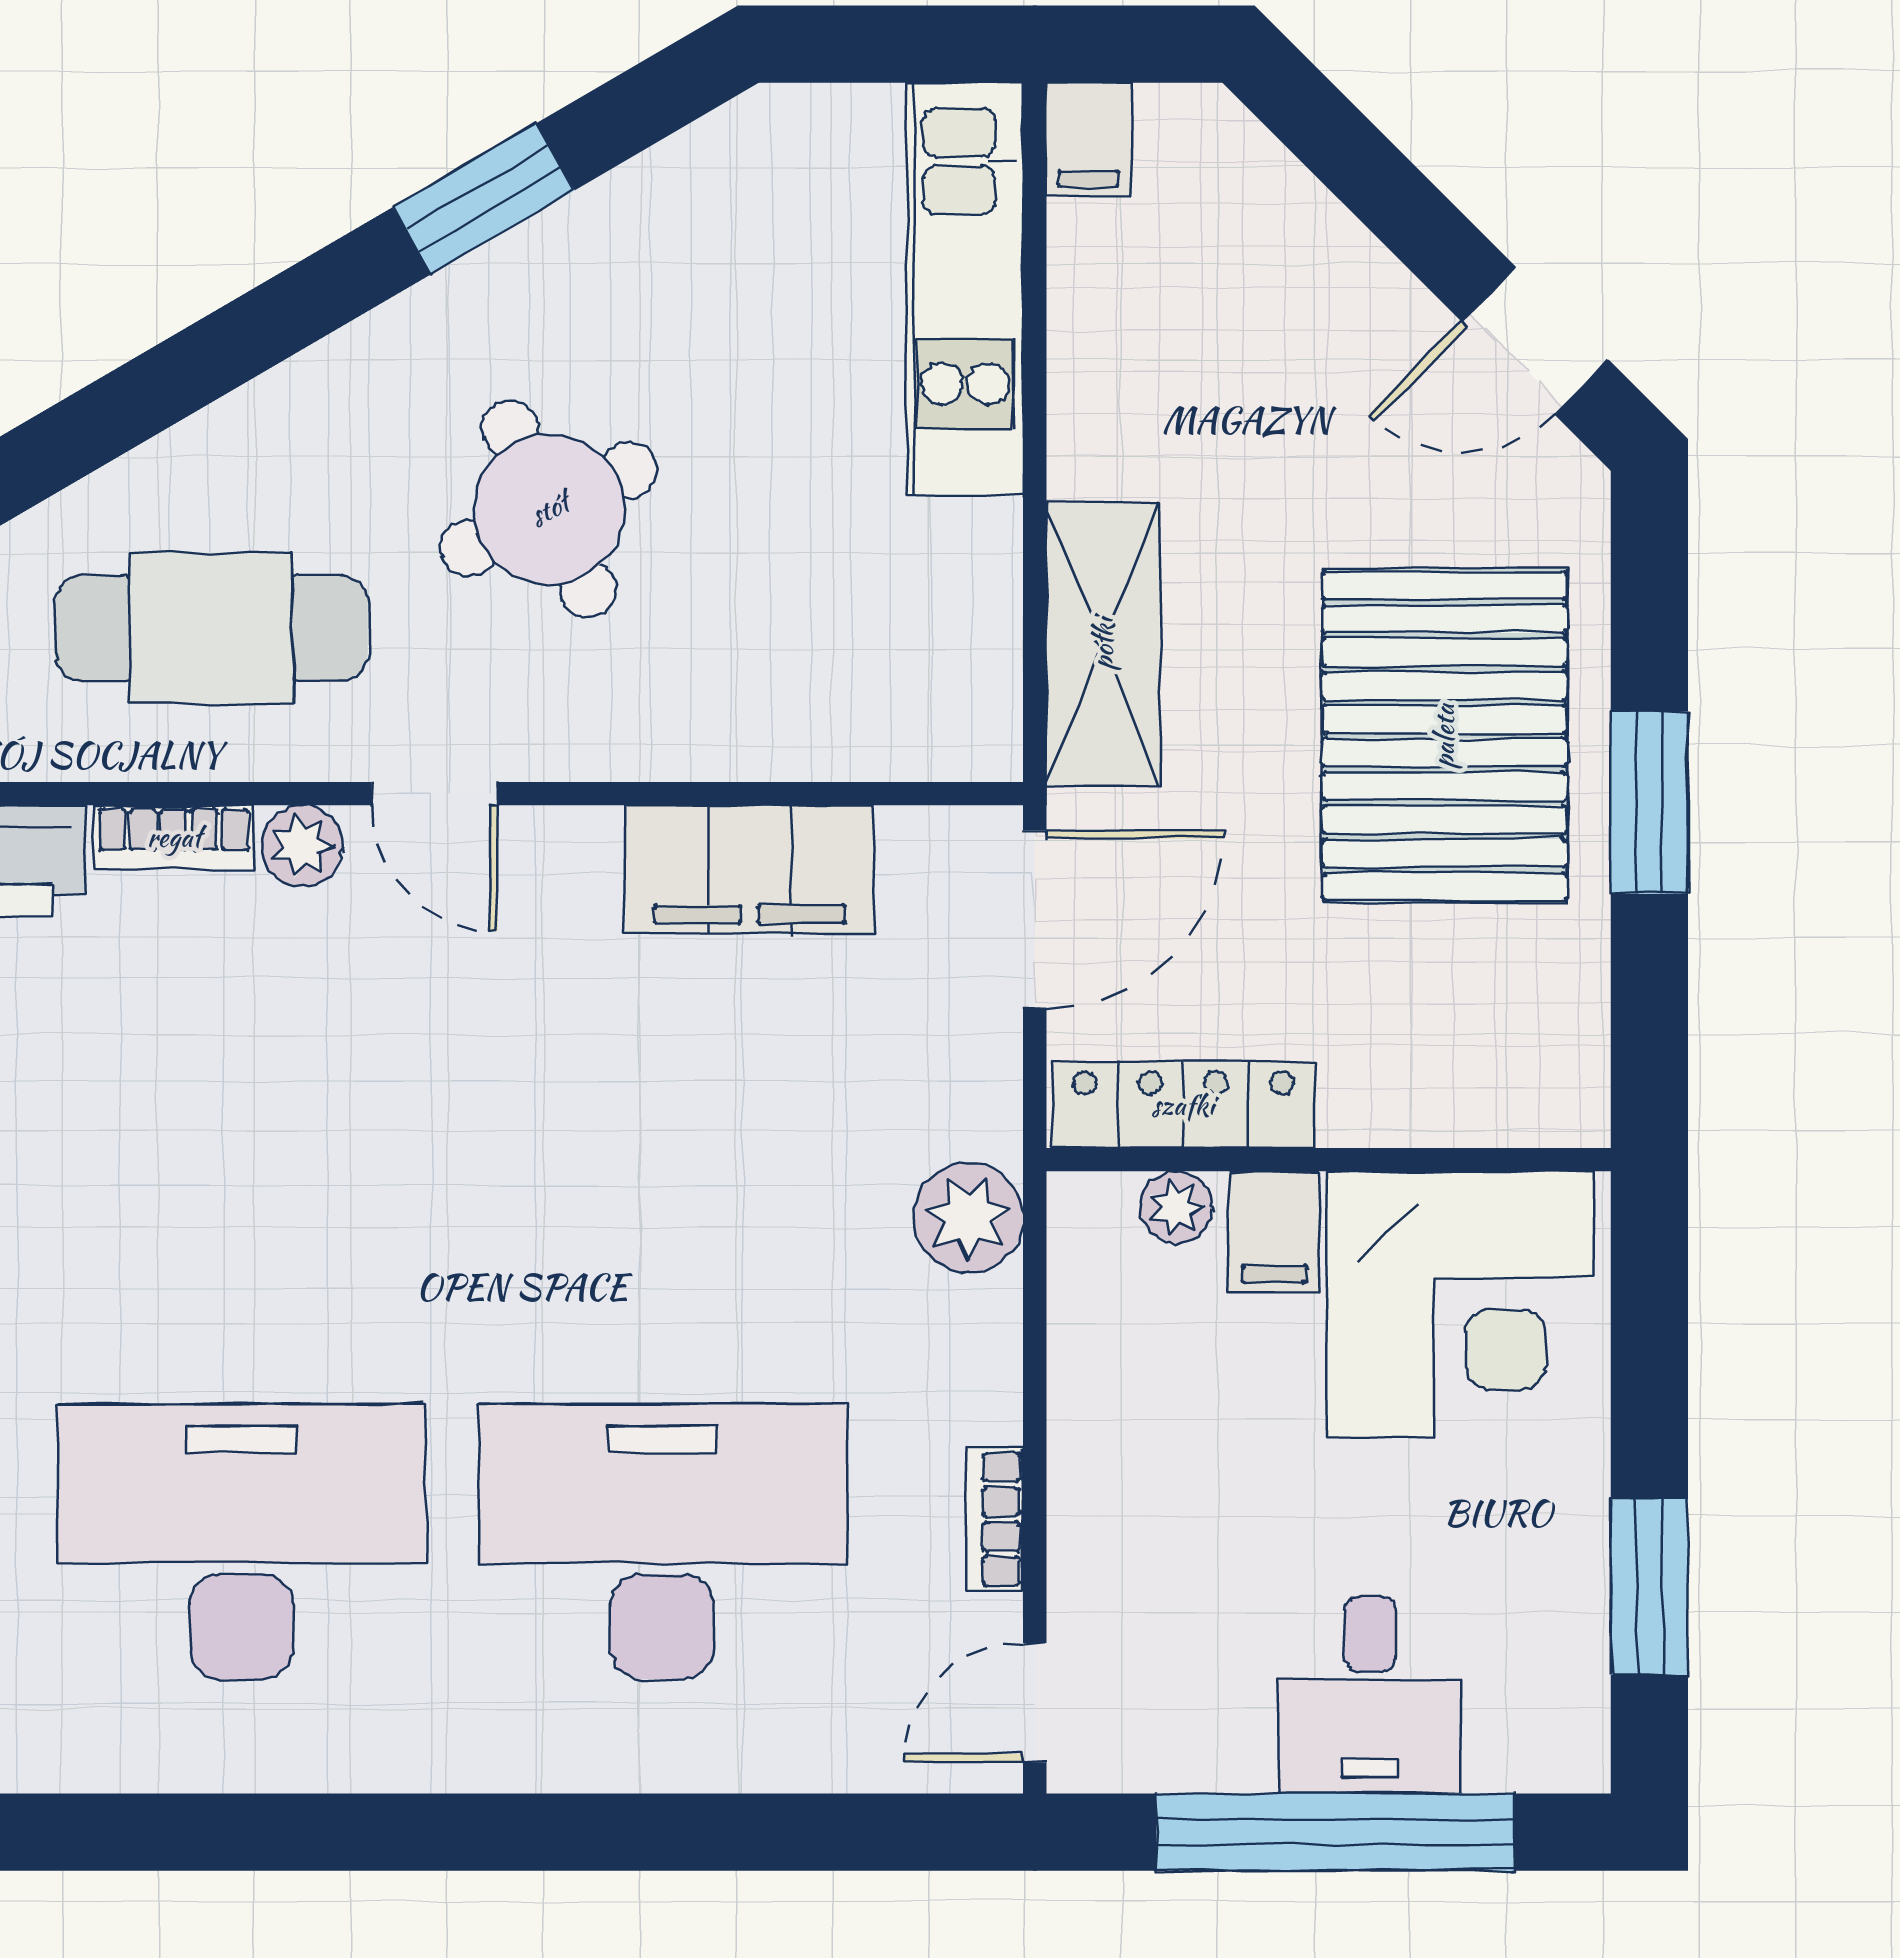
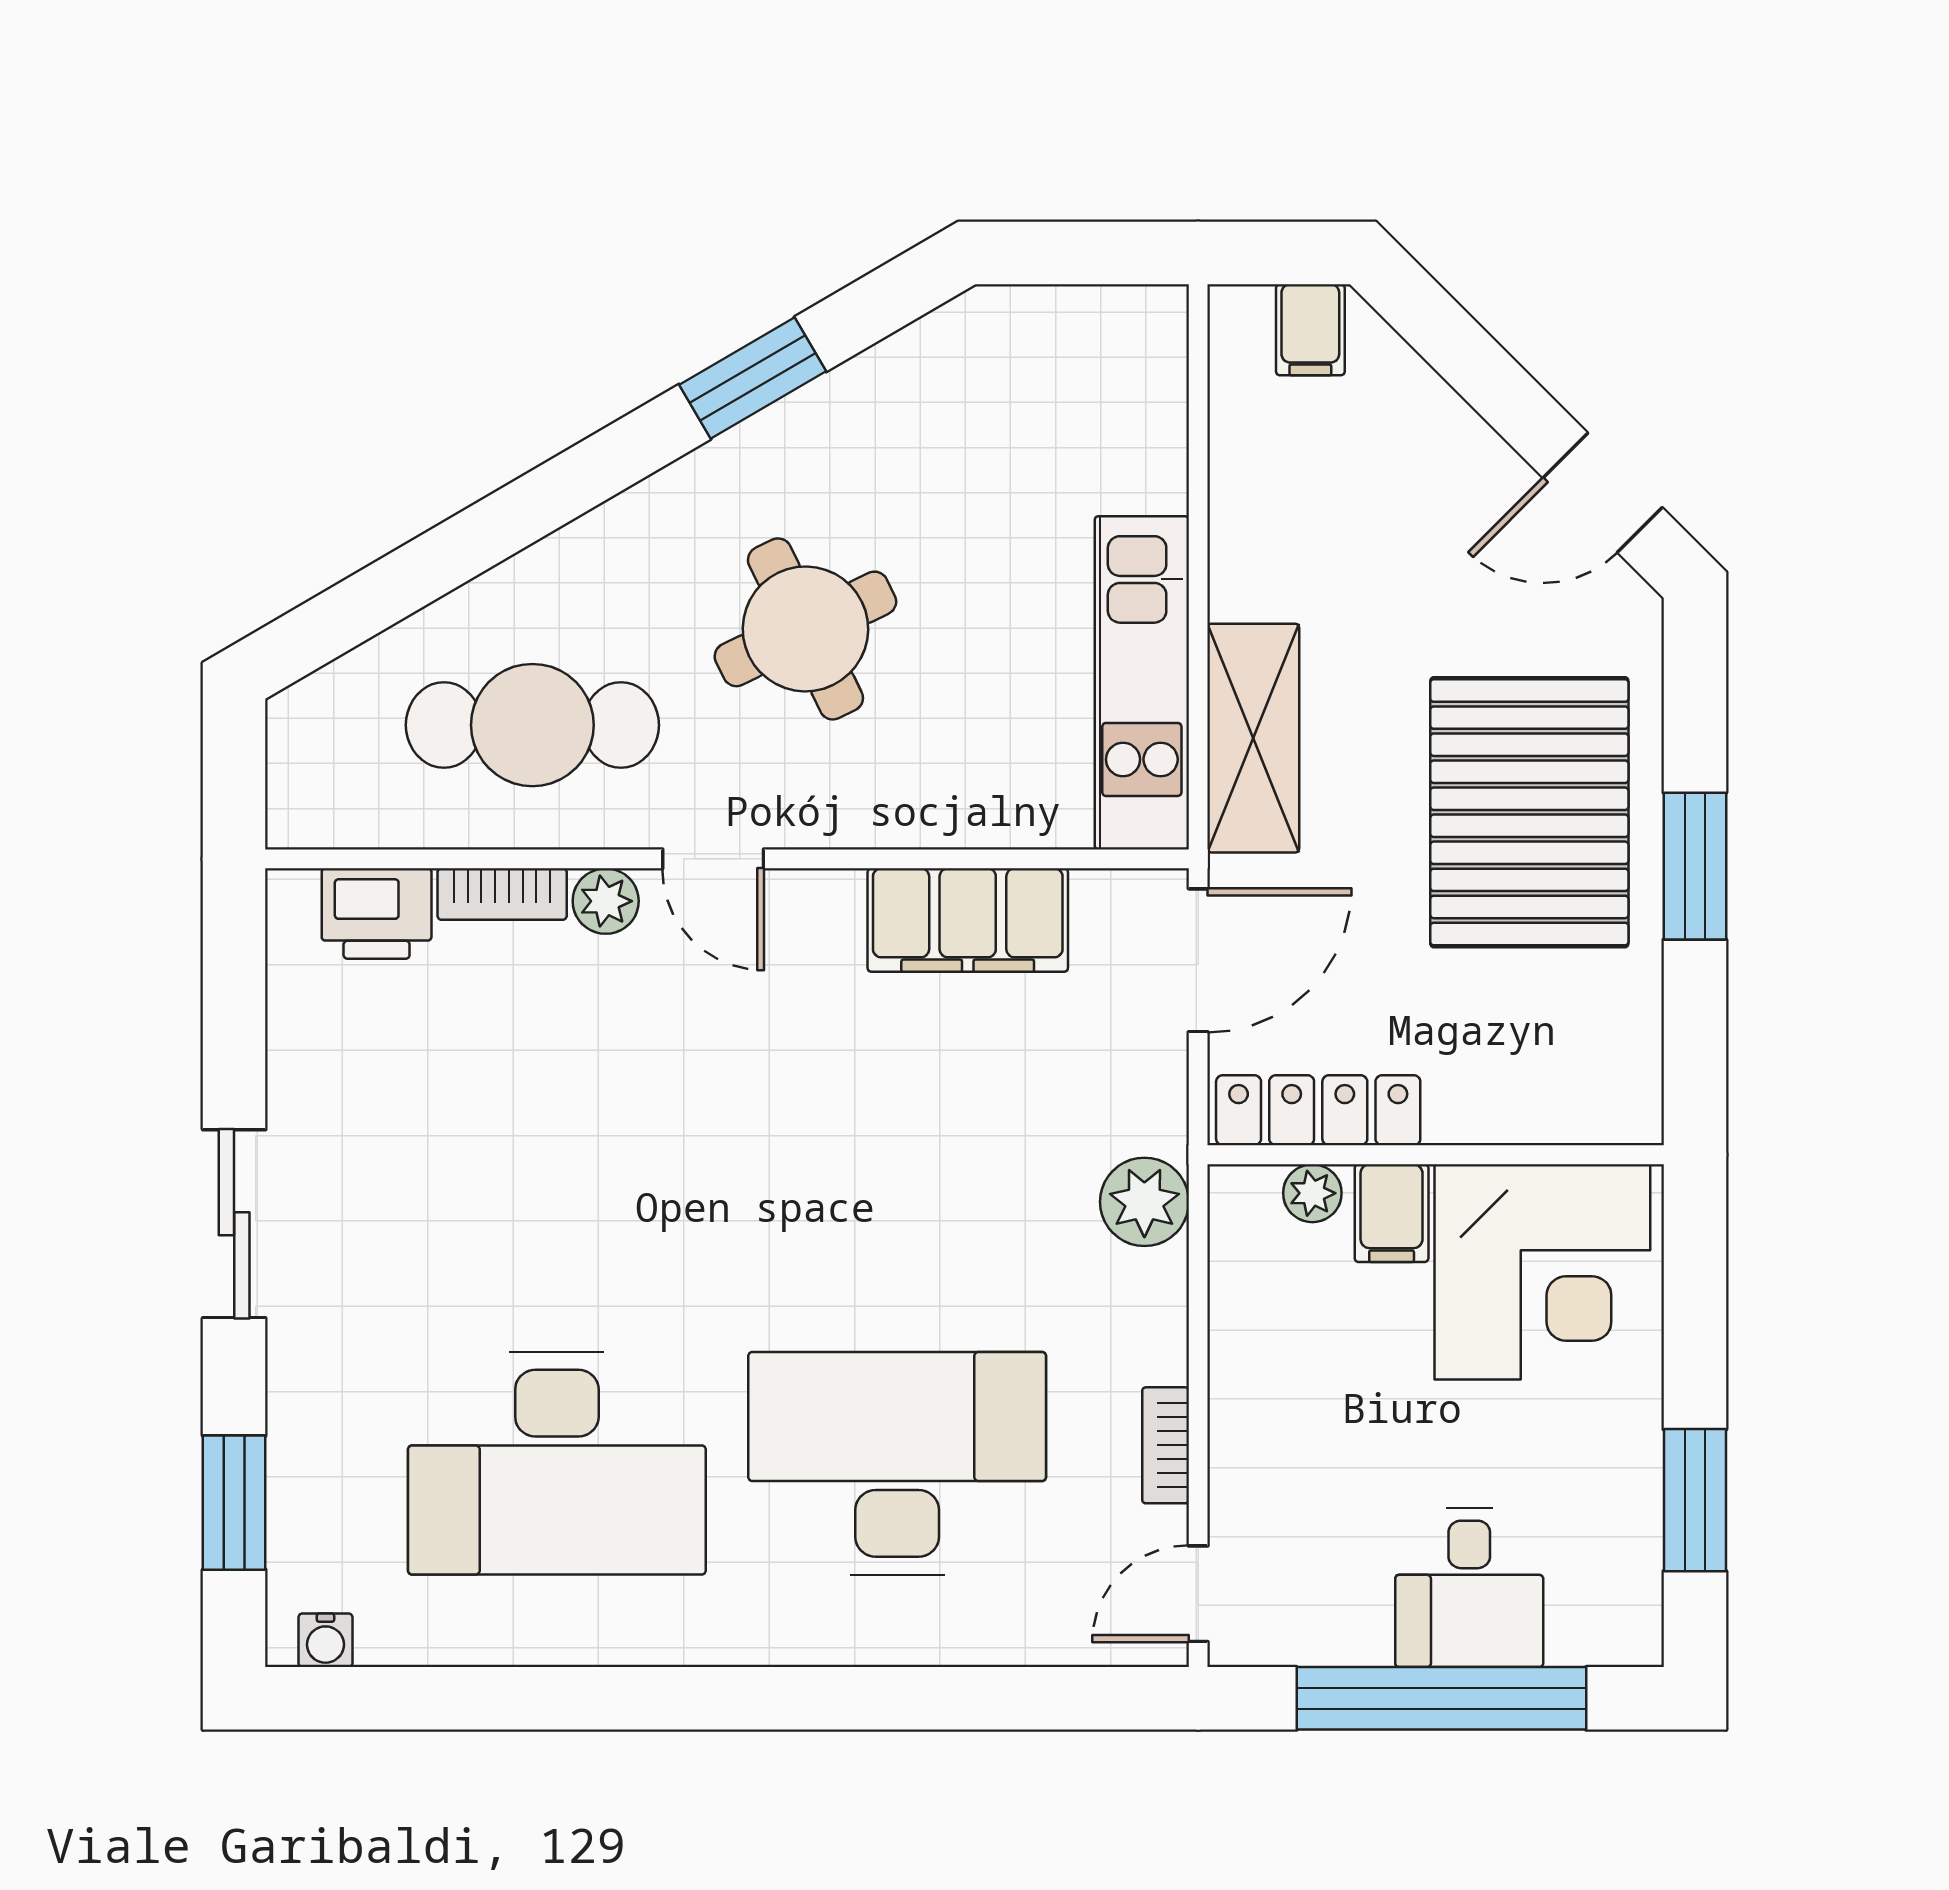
filing cabinet: (1089, 139) -> (1310, 330), moved
kitchen unit: (965, 289) -> (1142, 683), moved
desk: (241, 1541) -> (557, 1463), turned 180

